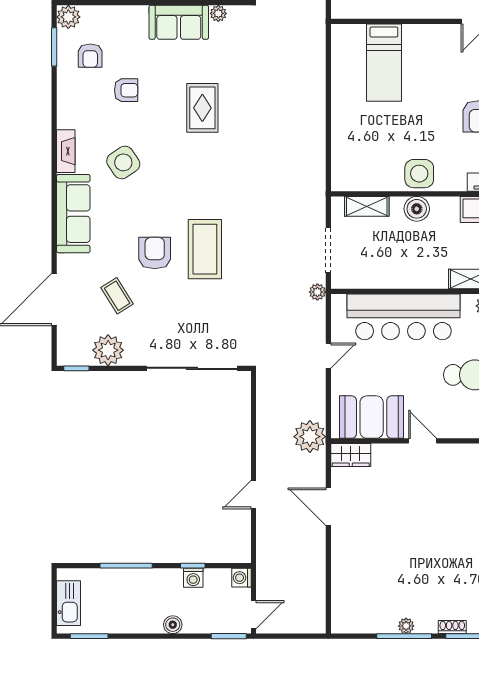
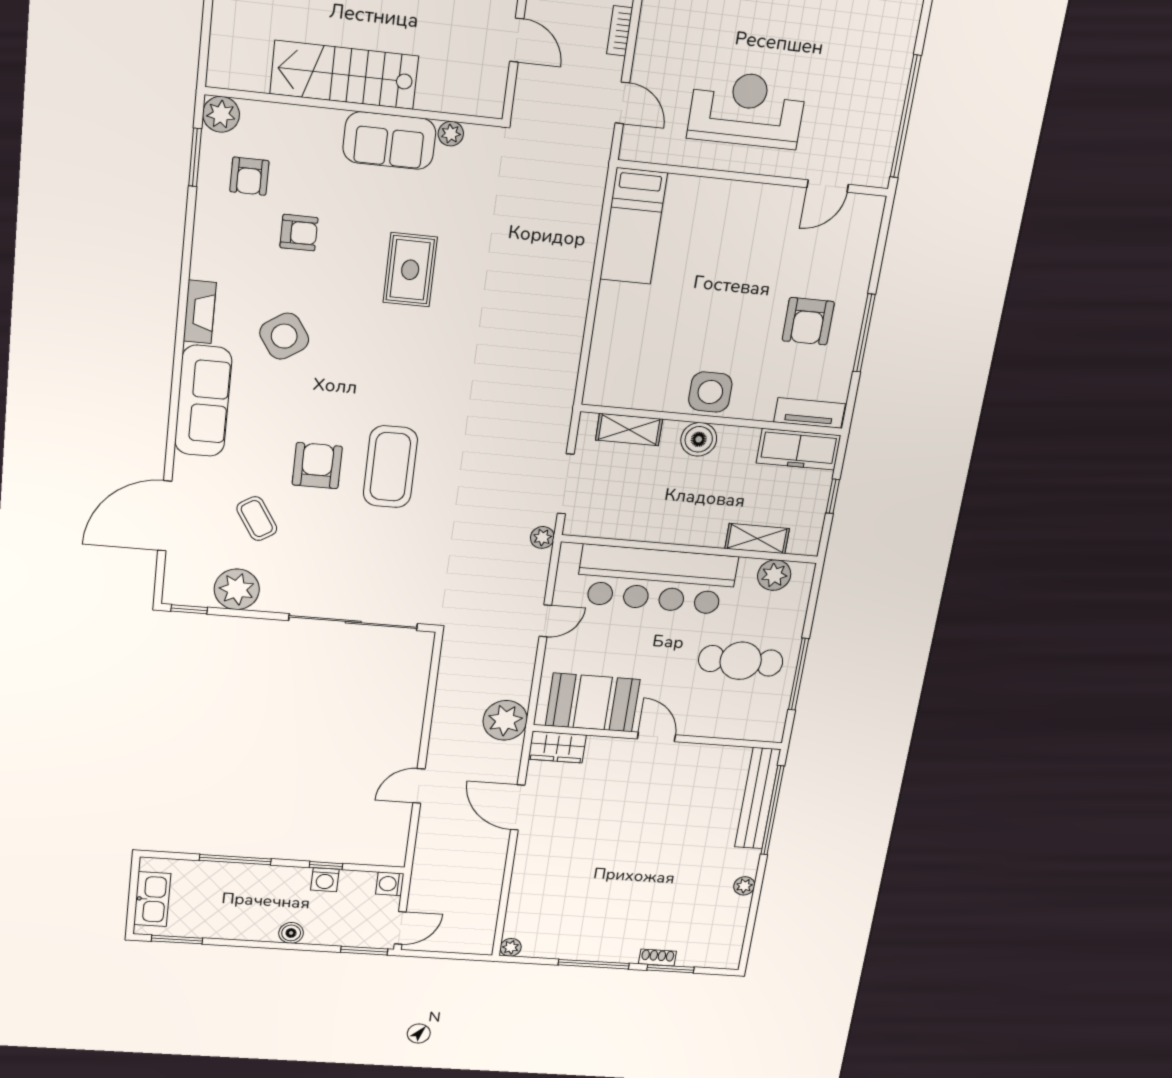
bed: (384, 63) -> (634, 226), moved
plant: (406, 626) -> (511, 947), moved

